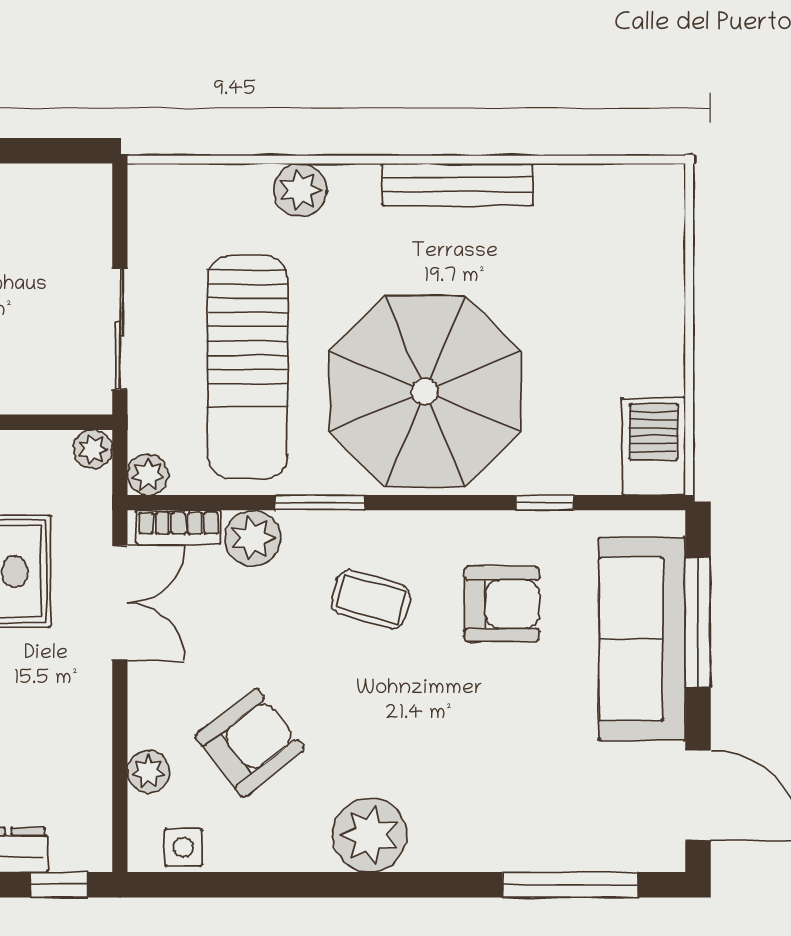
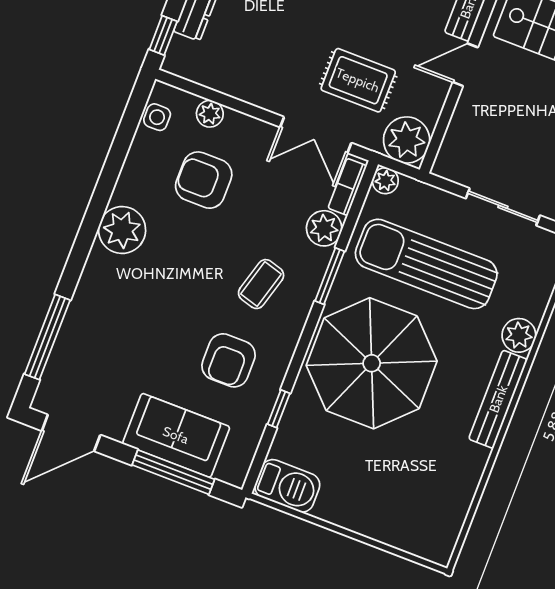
bench: (458, 184) -> (498, 399), moved
sliding door: (120, 329) -> (503, 207), moved
plant: (93, 449) -> (407, 140), width x1.88, depth x1.88
sofa: (642, 639) -> (176, 435), width x0.73
armchair: (250, 743) -> (204, 180), turned 128

